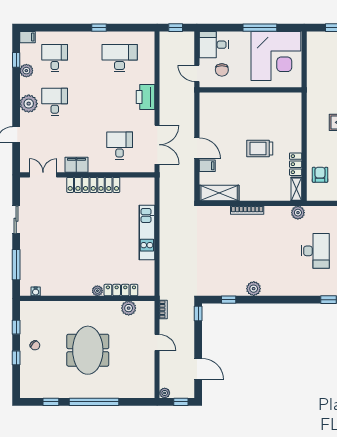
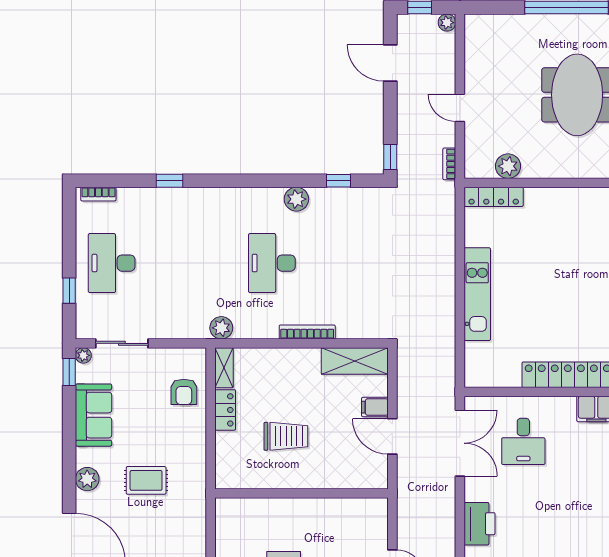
wall: (251, 90) -> (302, 493), moved
double door: (157, 145) -> (460, 443), swing flipped
desk: (315, 251) -> (272, 263), moved
locker: (121, 290) -> (494, 197), moved
plant: (97, 291) -> (561, 196), removed

